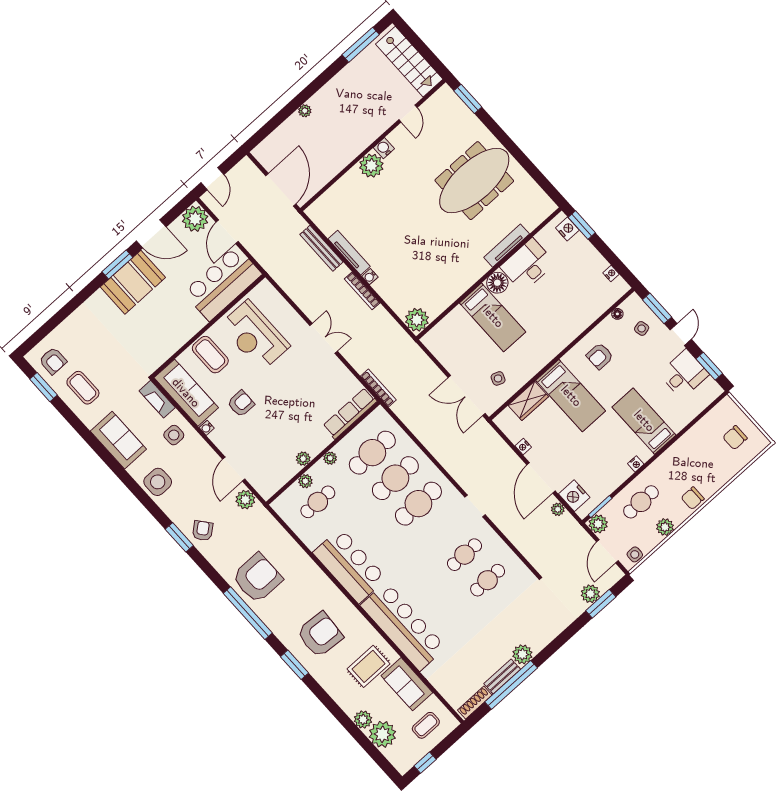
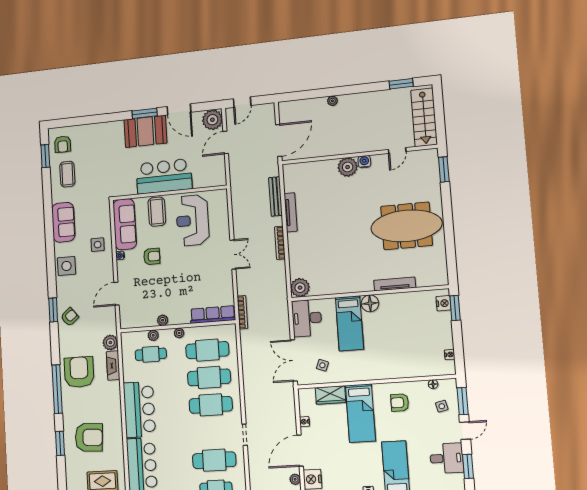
window: (361, 45) -> (401, 84), width x0.69
desk: (528, 265) -> (307, 318), moved, turned -90
water cooler: (370, 277) -> (292, 237), removed
bar counter: (223, 283) -> (164, 176), moved
fireplace: (157, 399) -> (113, 366), moved
plant: (245, 500) -> (110, 343), moved
cafe table: (465, 555) -> (214, 460), width x1.37, depth x1.35
armchair: (257, 578) -> (79, 372), turned -90

